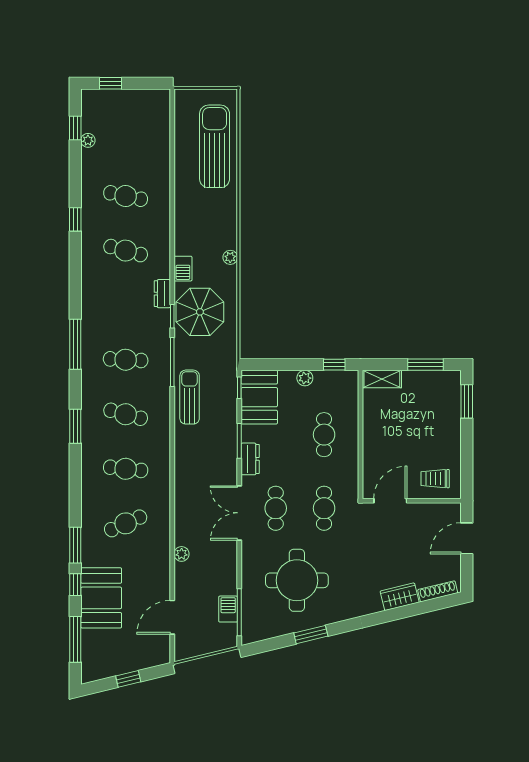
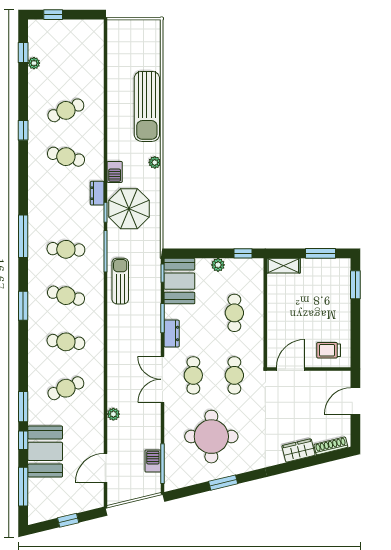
sun lounger: (215, 146) -> (147, 106), moved, turned 180
cafe table: (126, 196) -> (66, 110), turned -36

